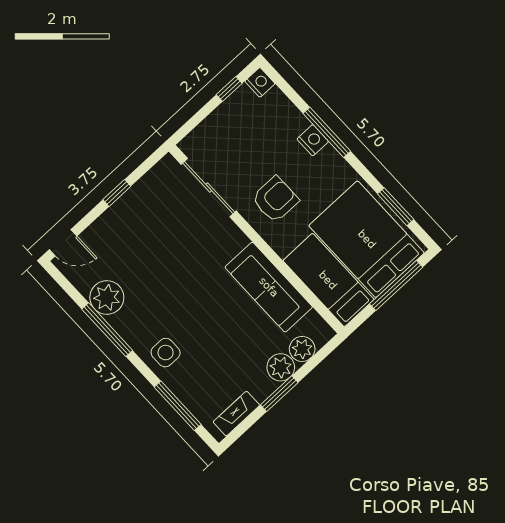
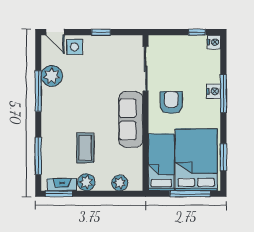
armchair: (275, 199) -> (171, 103), turned -90
sofa: (269, 287) -> (131, 119), moved
coffee table: (224, 346) -> (85, 148), added
side table: (166, 353) -> (74, 47), moved
plant: (281, 367) -> (86, 182), moved
window: (279, 394) -> (59, 194), moved

